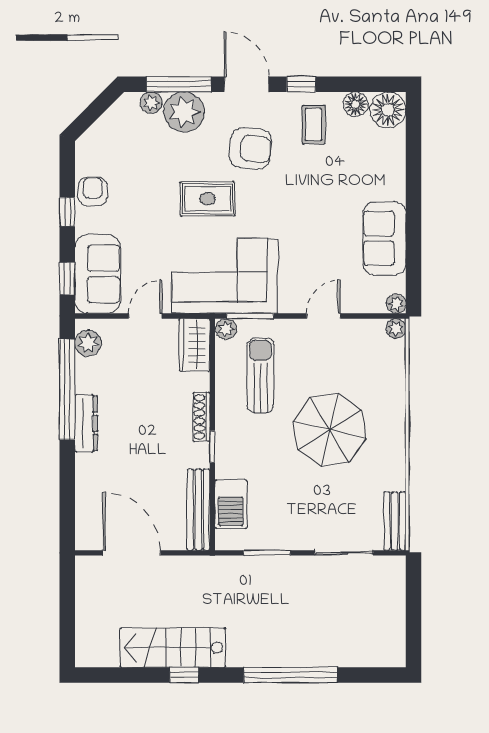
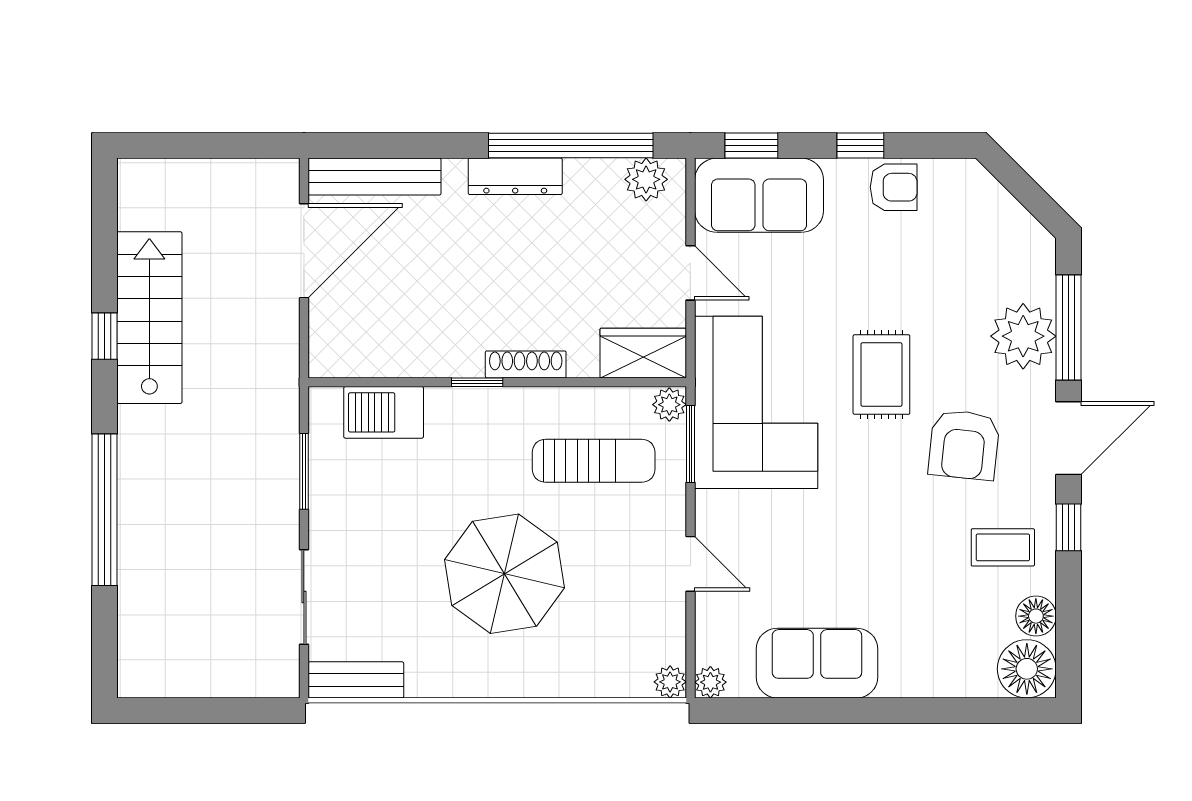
plant: (151, 103) -> (1038, 282), removed
bench: (198, 510) -> (375, 177), moved

